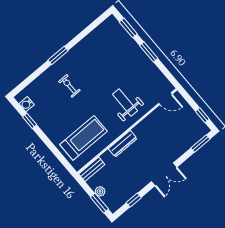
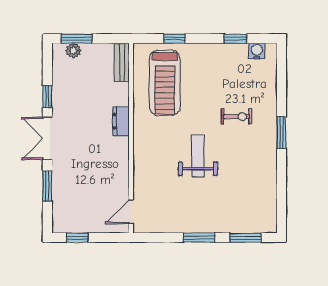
weight bench: (125, 102) -> (198, 156), moved, turned -90
dresser: (123, 144) -> (121, 121), width x0.70
window: (200, 144) -> (47, 186), moved
window: (56, 152) -> (174, 39), added
plant: (100, 191) -> (73, 50), moved
window: (134, 200) -> (47, 97), moved

